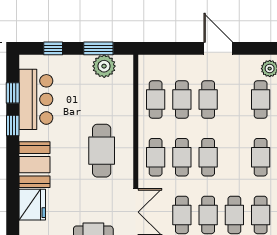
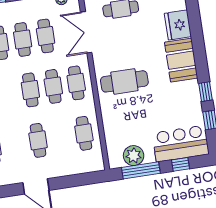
window: (98, 48) -> (141, 170), width x1.44
bar counter: (36, 99) -> (181, 144), moved, turned 90
cafe table: (182, 100) -> (61, 137), removed
cafe table: (102, 151) -> (124, 81), turned 90

